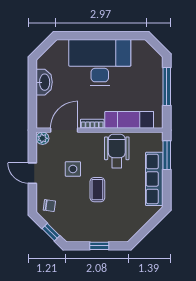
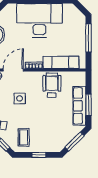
window: (167, 155) -> (89, 105), moved
coffee table: (97, 190) -> (24, 137), moved
window: (148, 228) -> (74, 141), added

